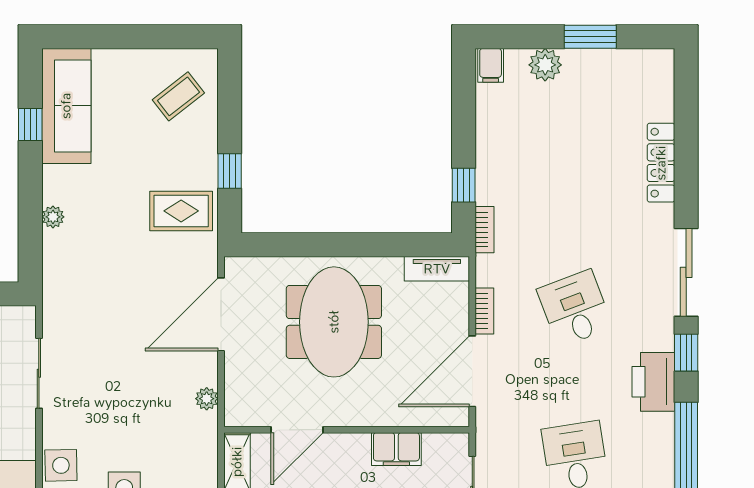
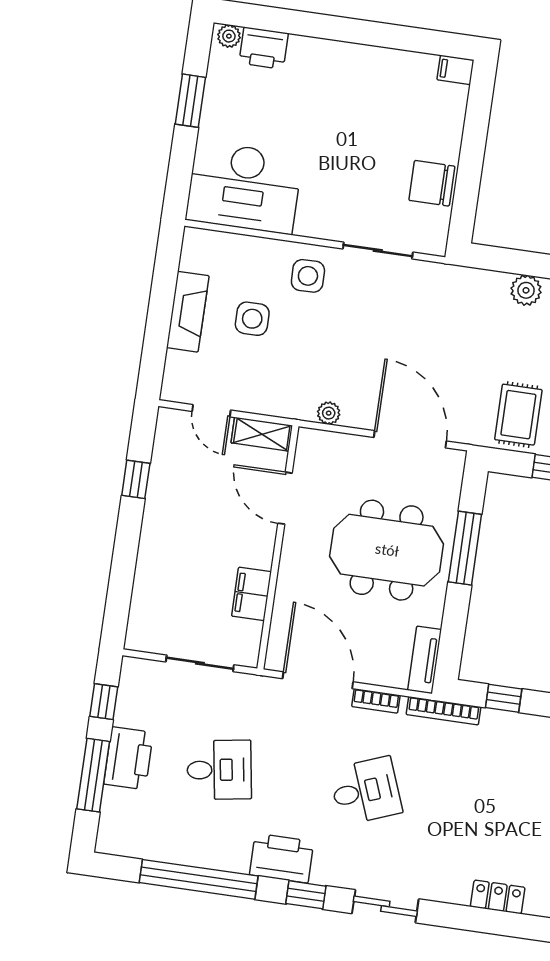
locker: (661, 163) -> (498, 897), width x0.66
plant: (53, 217) -> (526, 290), width x1.38, depth x1.38
bookcase: (485, 230) -> (444, 711), width x1.56
window: (321, 245) -> (465, 548), added
sliding door: (686, 272) -> (385, 906), width x0.73
side table: (61, 465) -> (308, 276), moved

